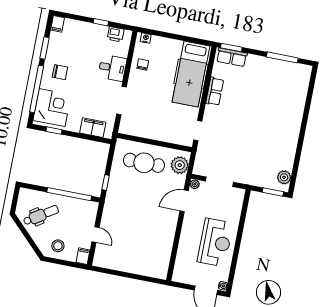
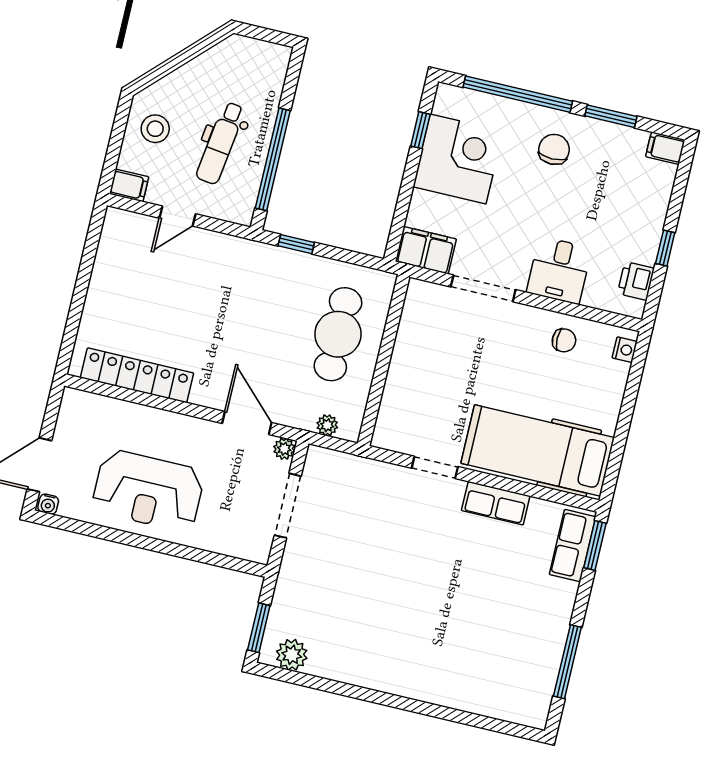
chair: (60, 72) -> (554, 149), turned 180
corner desk: (52, 108) -> (458, 159), moved, turned -90
filing cabinet: (93, 128) -> (426, 250), moved, turned -90
doorway: (198, 131) -> (435, 467), moved
plant: (180, 165) -> (327, 425), width x0.53, depth x0.53
dental chair: (41, 215) -> (221, 143), moved, turned 41
locker: (165, 249) -> (137, 375), added

